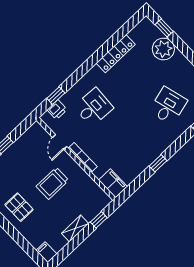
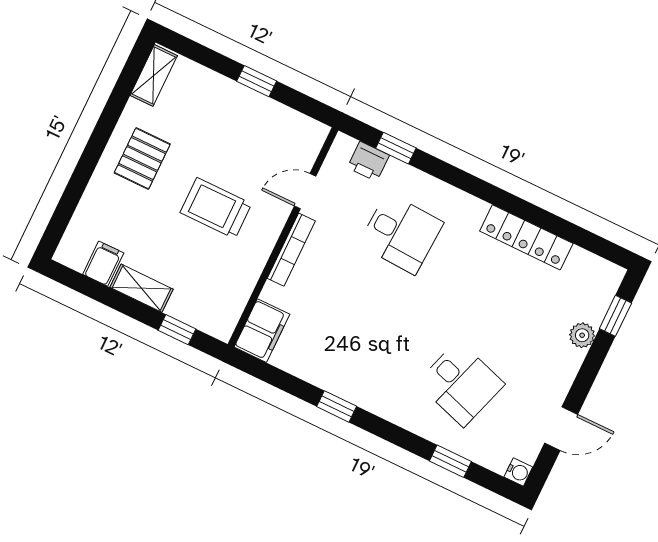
plant: (163, 49) -> (582, 335), width x0.53, depth x0.53
desk: (168, 106) -> (461, 383), turned 33
filing cabinet: (47, 252) -> (103, 264), moved

